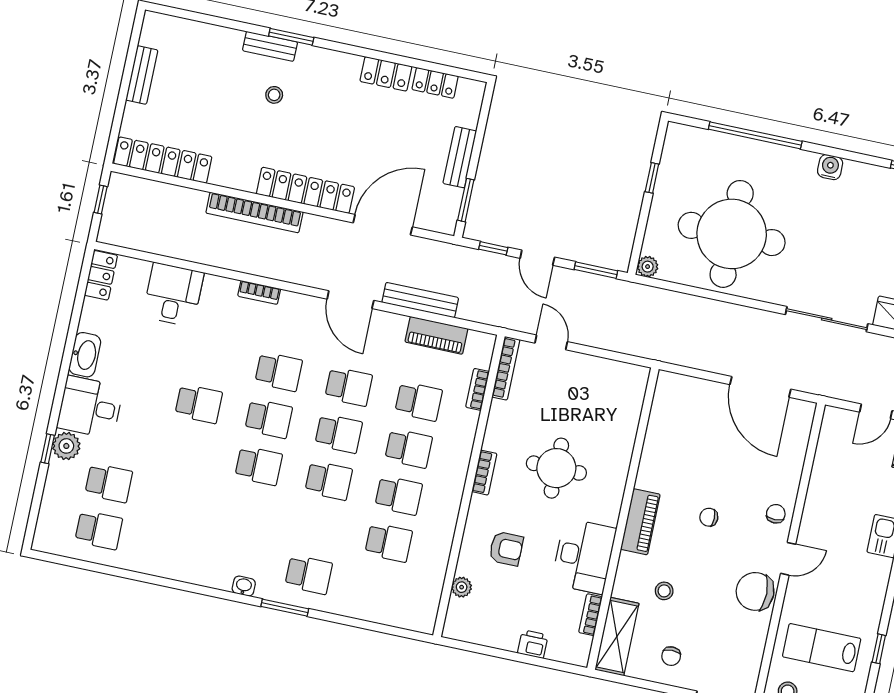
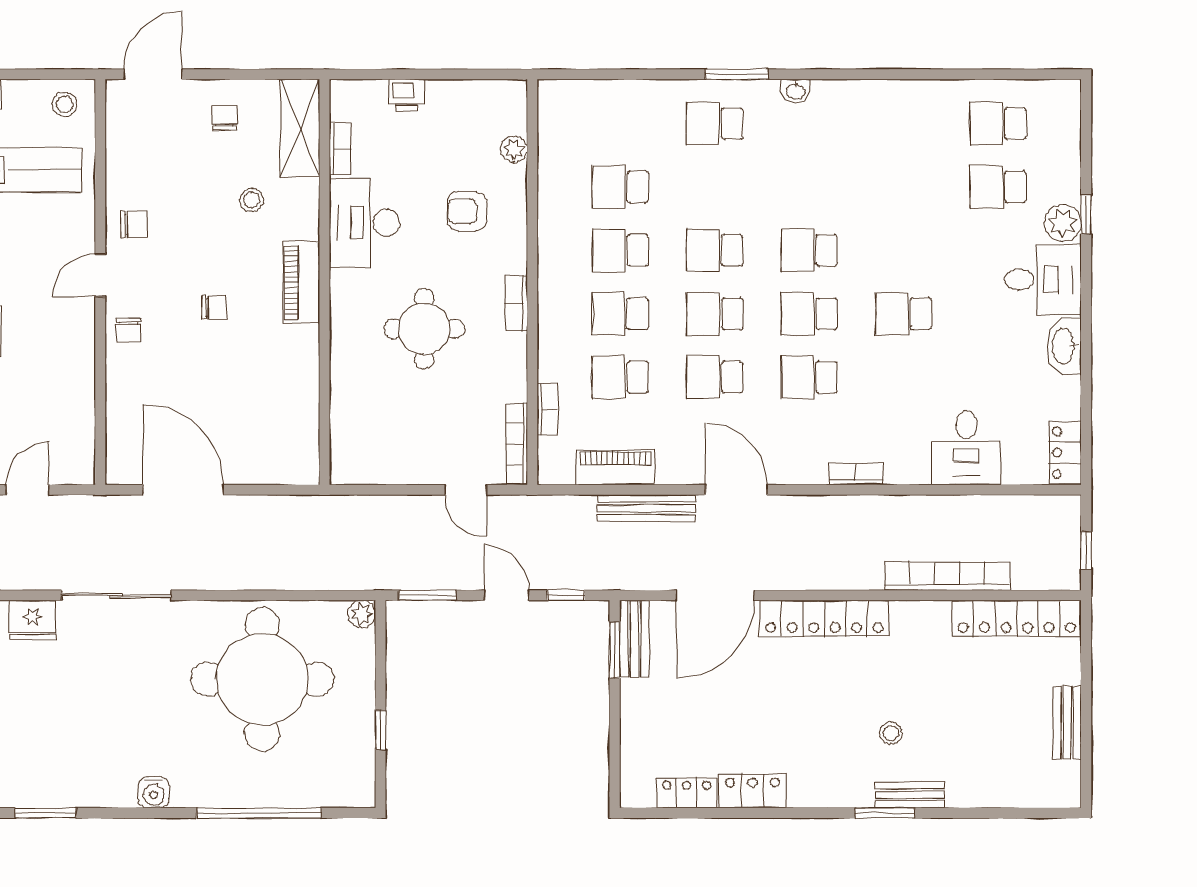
bench: (460, 157) -> (634, 639), moved
bookcase: (254, 212) -> (947, 576), moved
chair: (755, 591) -> (134, 224), width x0.54, depth x0.54

